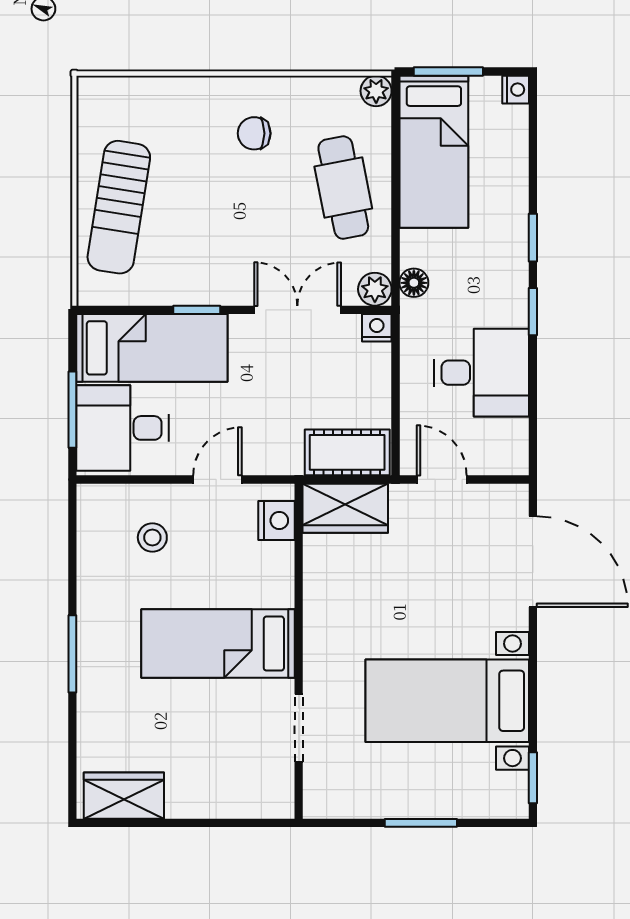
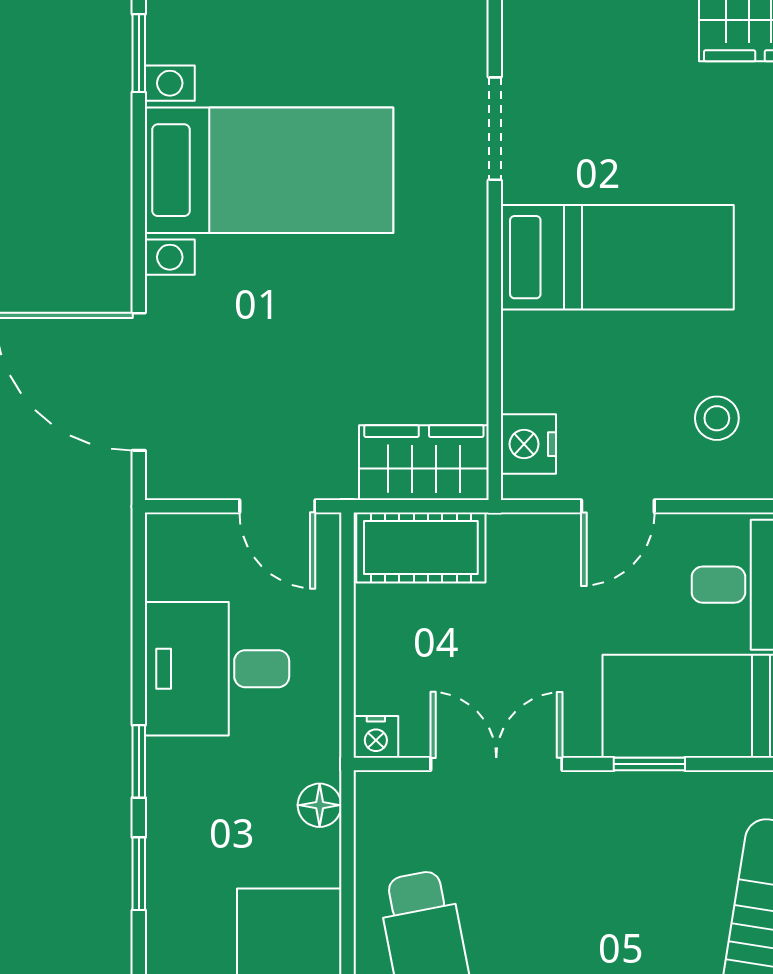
plant: (375, 289) -> (379, 795), removed
double door: (297, 310) -> (496, 764), swing flipped

